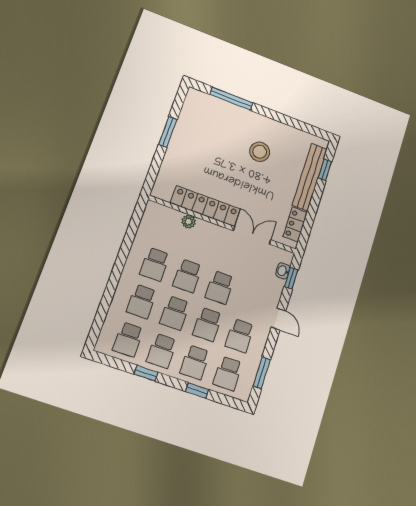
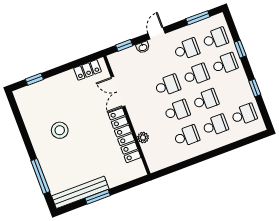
bench: (310, 177) -> (80, 192), moved
washbasin: (283, 271) -> (143, 47), moved
school desk: (162, 351) -> (234, 89), removed

